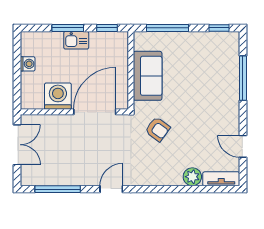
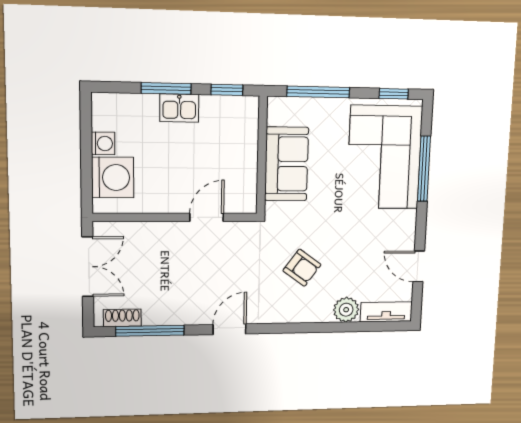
corner sofa: (215, 71) -> (385, 157), added
washing machine: (58, 96) -> (113, 177), moved, turned 90
door: (95, 112) -> (207, 217), width x0.53
armchair: (158, 129) -> (302, 268), moved
shoe rack: (39, 180) -> (122, 318), added

